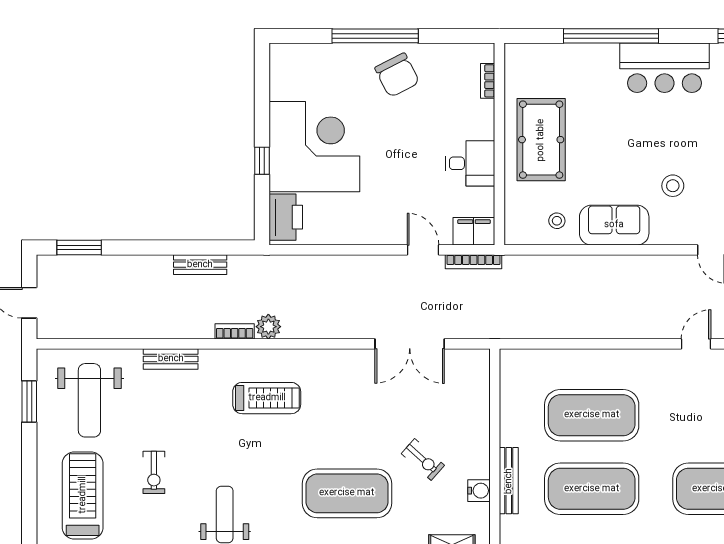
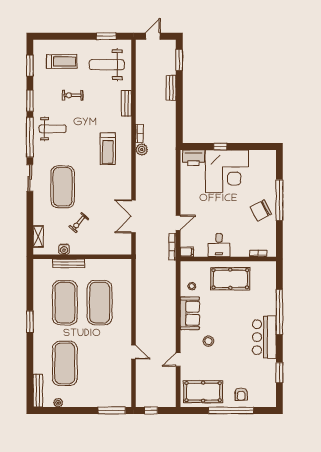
filing cabinet: (474, 231) -> (187, 252), width x0.50
bench: (200, 265) -> (171, 88), moved
treadmill: (83, 495) -> (62, 61), width x0.73, depth x0.73

